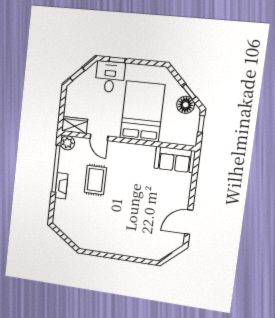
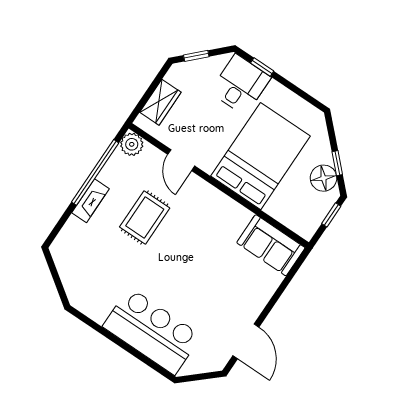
wardrobe: (75, 125) -> (160, 102), moved, turned 90
door: (189, 222) -> (246, 341), swing flipped
bar counter: (132, 242) -> (152, 331), added

